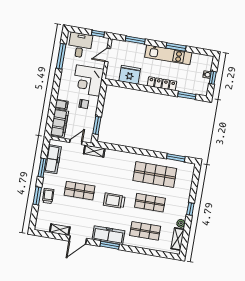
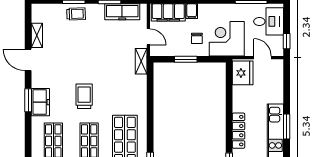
window: (135, 40) -> (287, 88), removed
window: (176, 47) -> (287, 127), moved
fridge: (130, 75) -> (243, 73), moved
window: (97, 125) -> (186, 59), moved
shop shelf: (80, 191) -> (89, 52), removed
freezer: (108, 235) -> (40, 102), width x0.71

